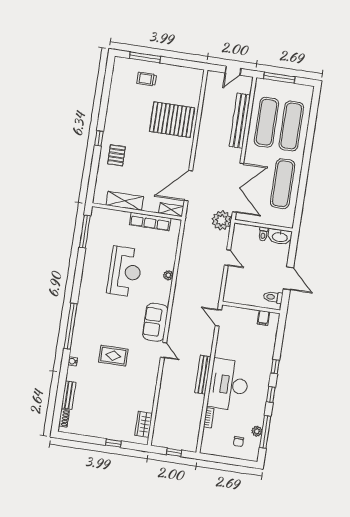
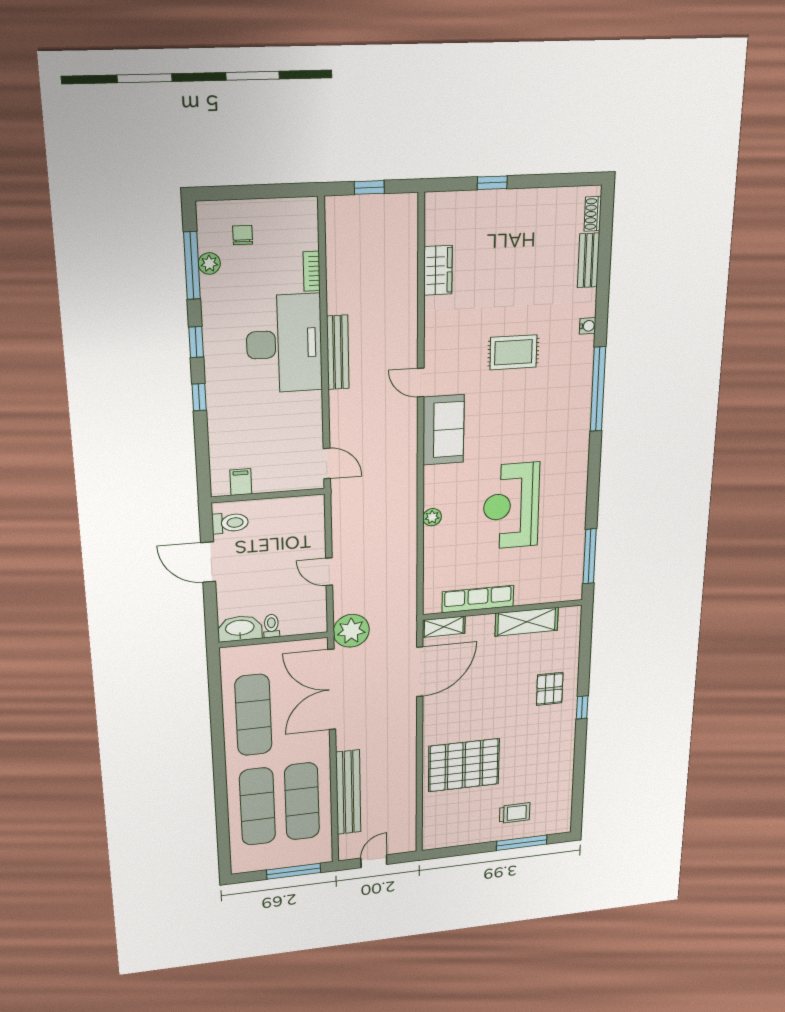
wardrobe: (144, 424) -> (438, 270), moved

